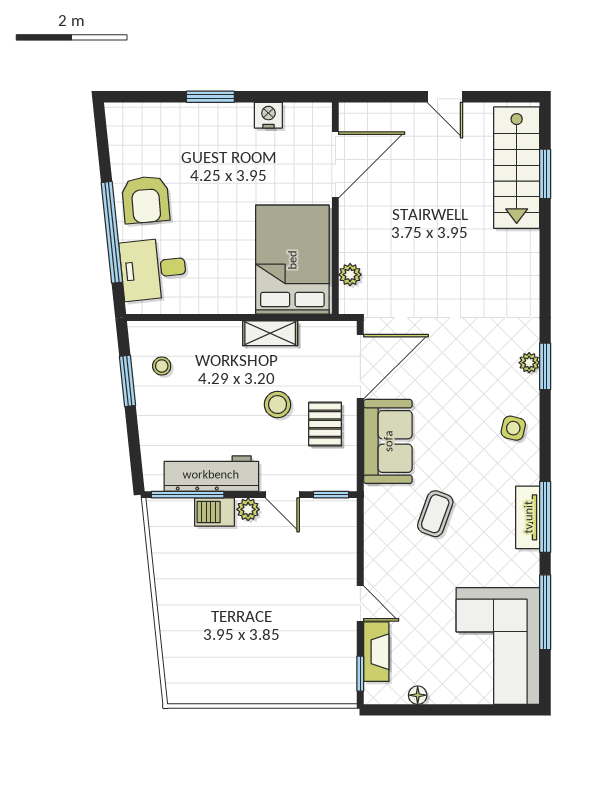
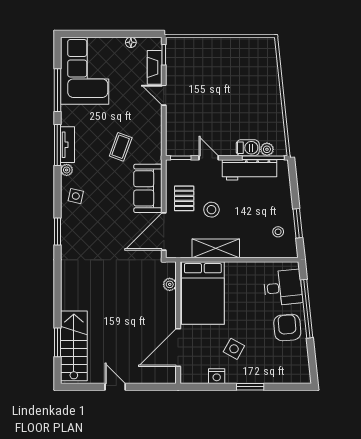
side table: (238, 163) -> (234, 349), added
shelving: (270, 333) -> (216, 248), width x1.50, depth x1.33
plant: (529, 363) -> (67, 170), moved
plant: (248, 509) -> (267, 149), moved

